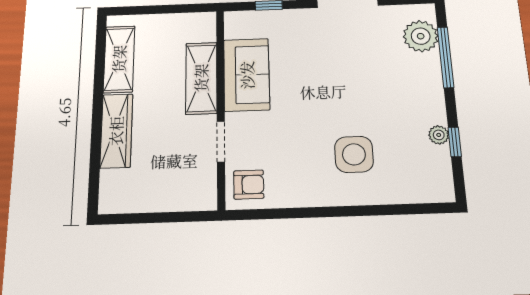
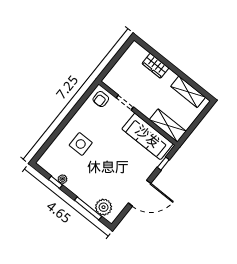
sofa: (247, 75) -> (148, 136), width x1.36
shelving: (201, 78) -> (168, 125), moved
wardrobe: (116, 131) -> (155, 66), width x0.67

